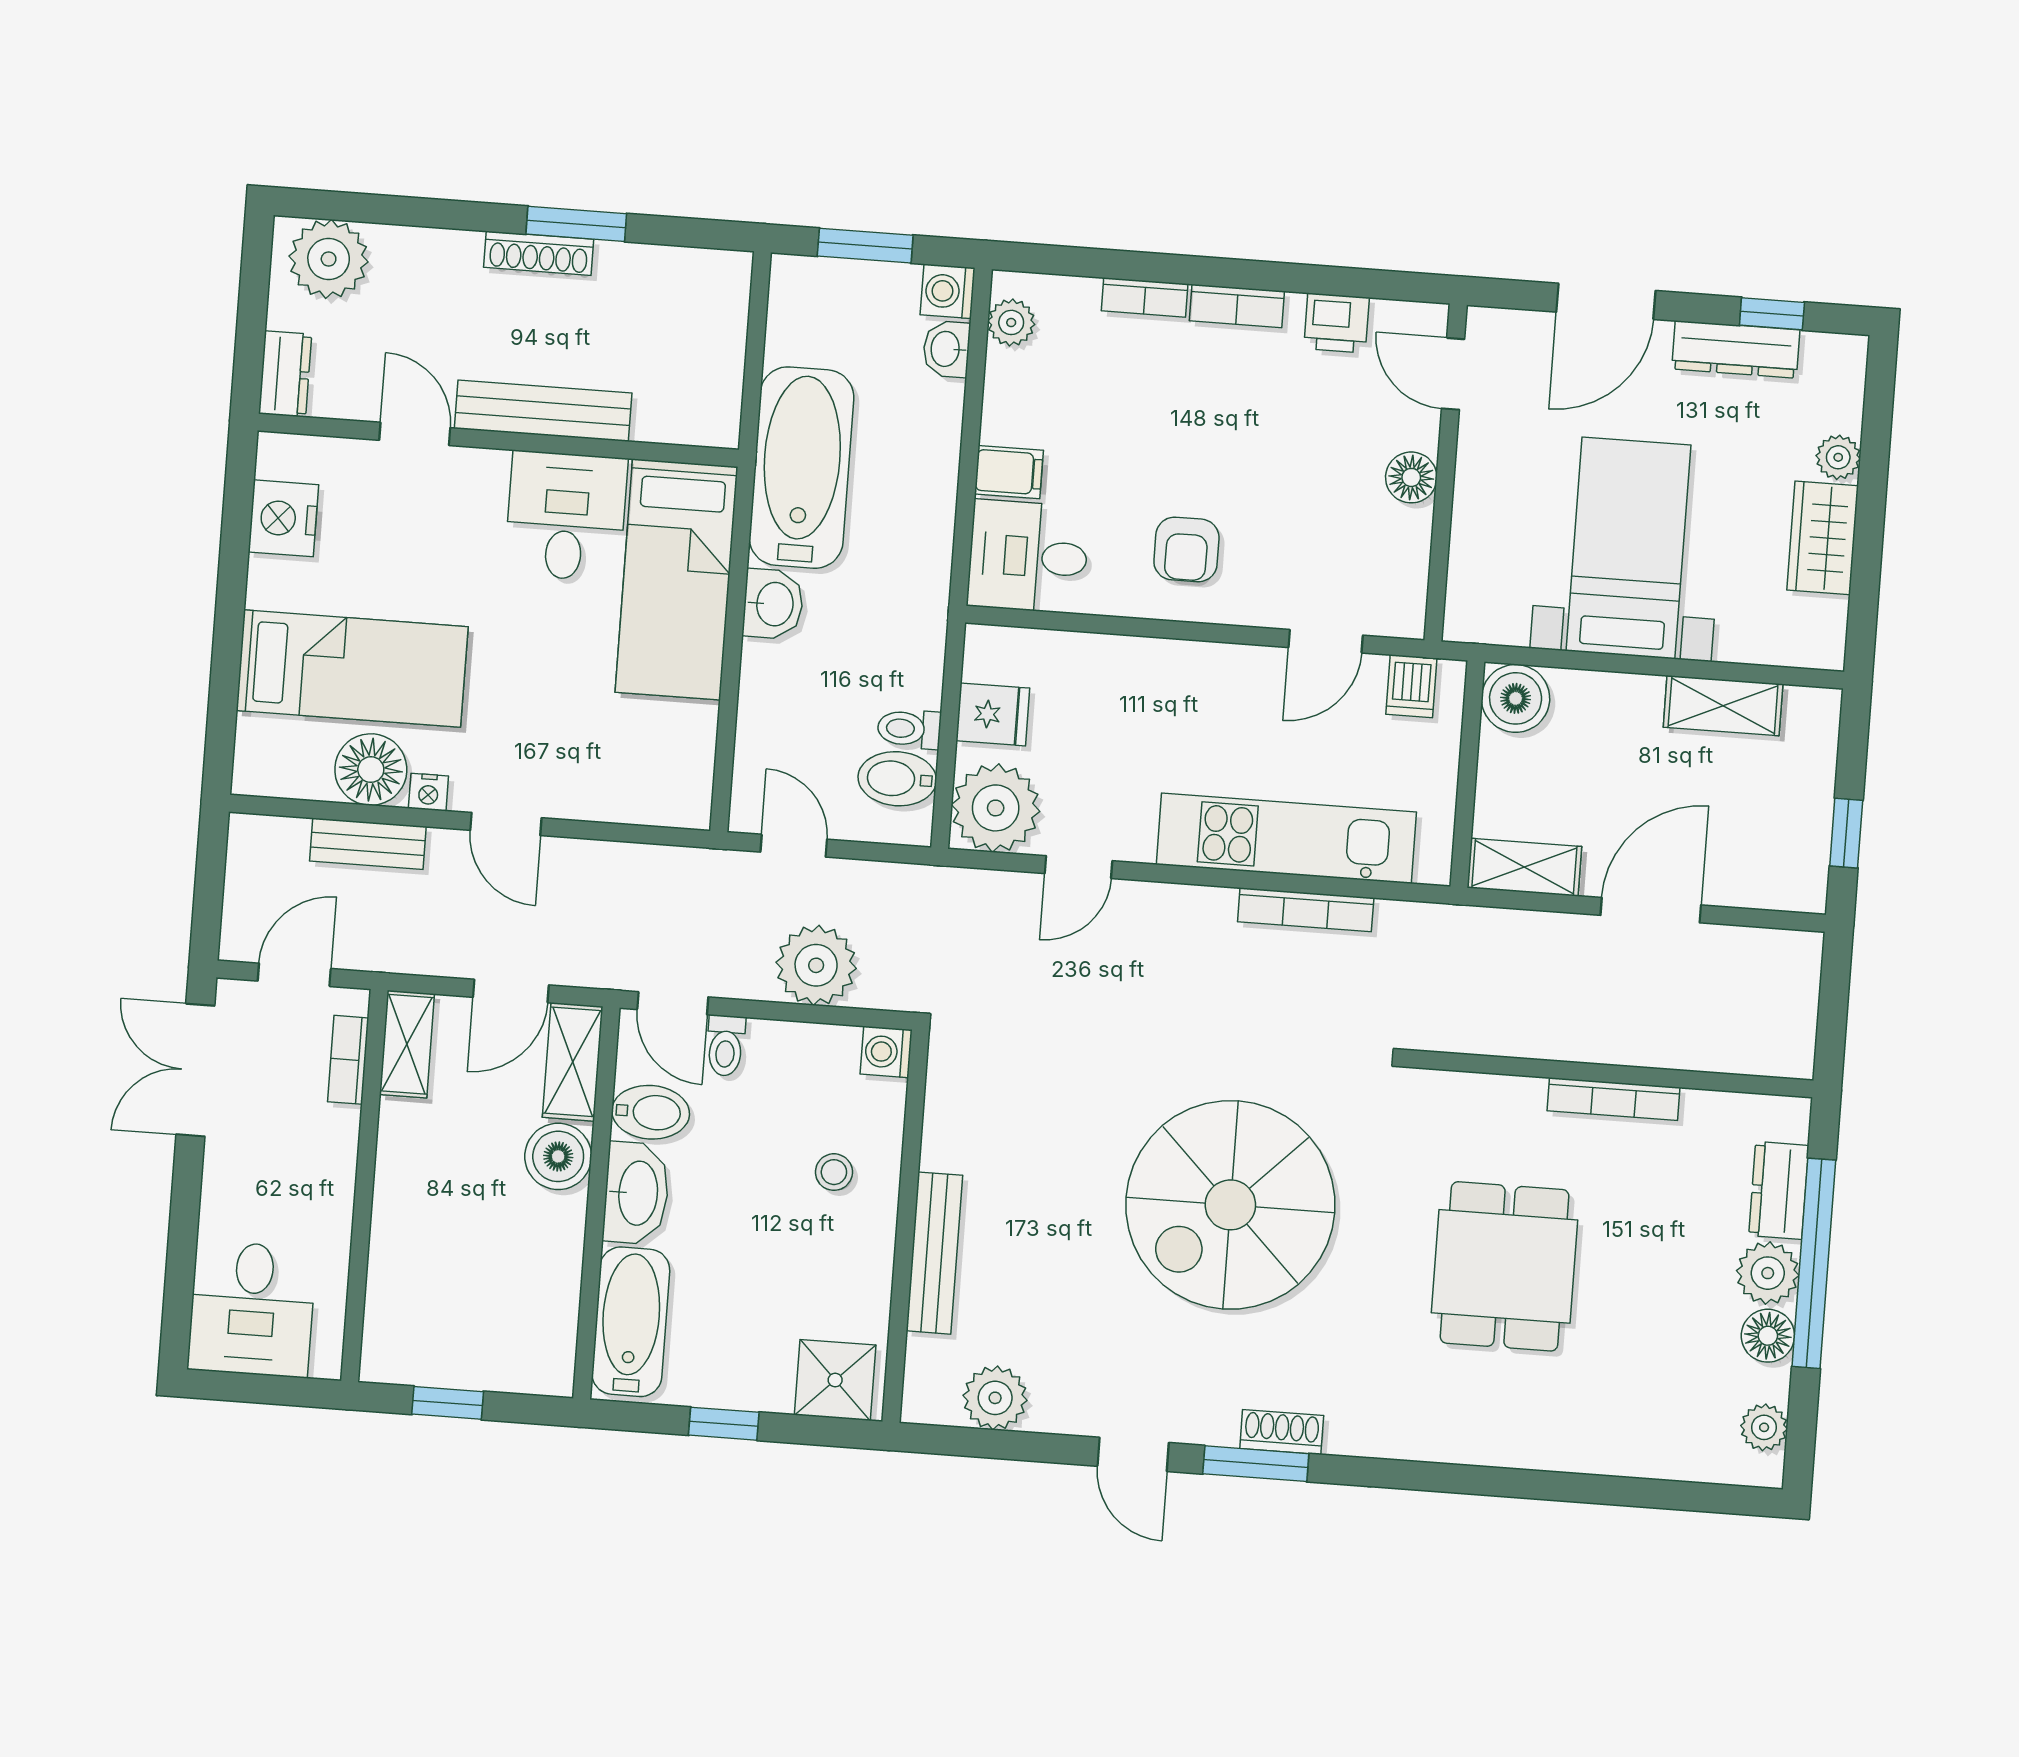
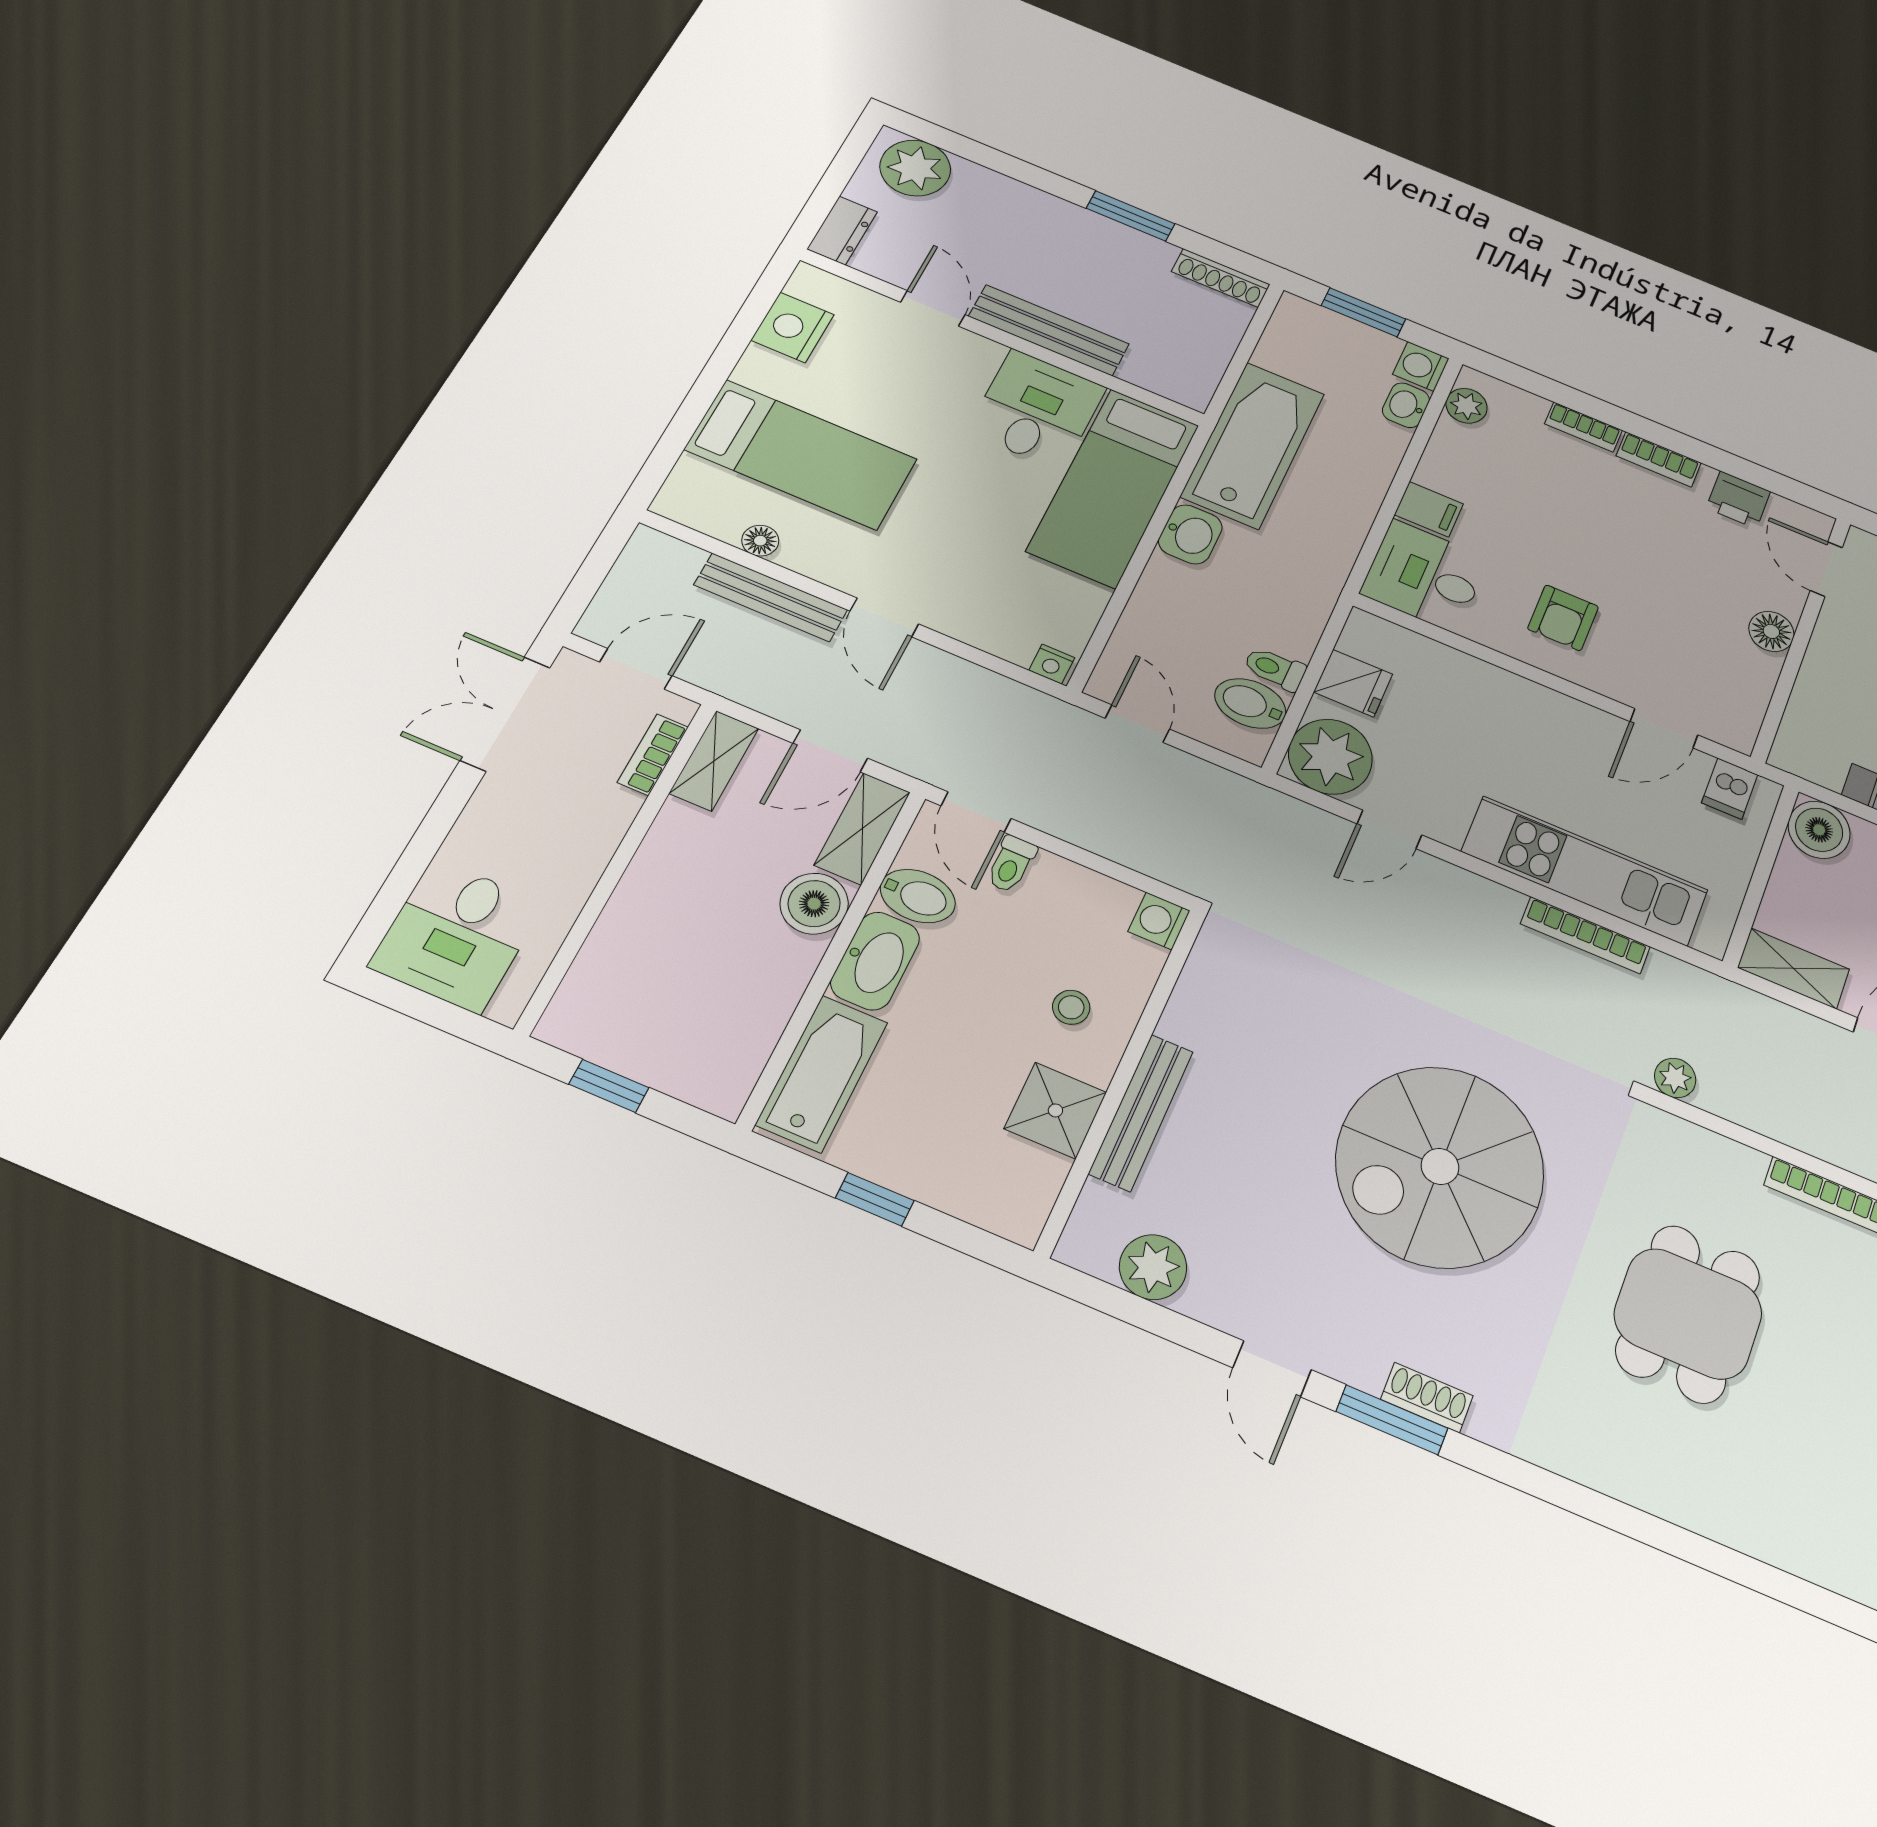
shoe rack: (539, 253) -> (1221, 278), moved
floor lamp: (371, 770) -> (760, 541), width x0.53, depth x0.53
nightstand: (428, 792) -> (1052, 664), moved
bench: (368, 844) -> (771, 597), width x1.36
plant: (816, 965) -> (1675, 1078), moved, width x0.53, depth x0.53
shower: (835, 1380) -> (1055, 1110), moved

